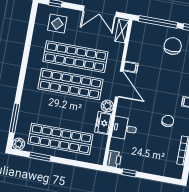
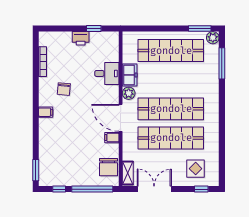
chair: (173, 46) -> (109, 167), moved
window: (40, 157) -> (200, 29), moved
printer: (114, 159) -> (81, 38), moved, turned -90

